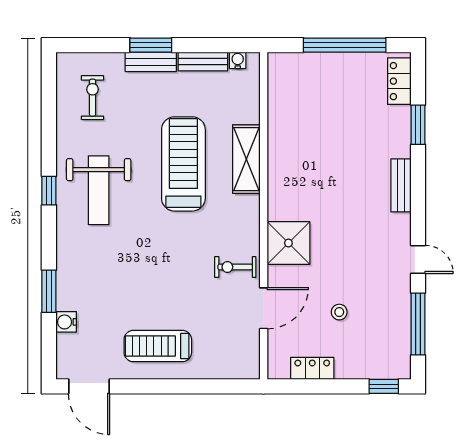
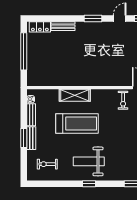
window: (418, 125) -> (93, 19), moved
treadmill: (183, 164) -> (77, 123), turned 180
bench: (401, 185) -> (63, 26), moved
weight bench: (99, 190) -> (89, 161), turned 180
shower: (288, 243) -> (112, 76), removed

